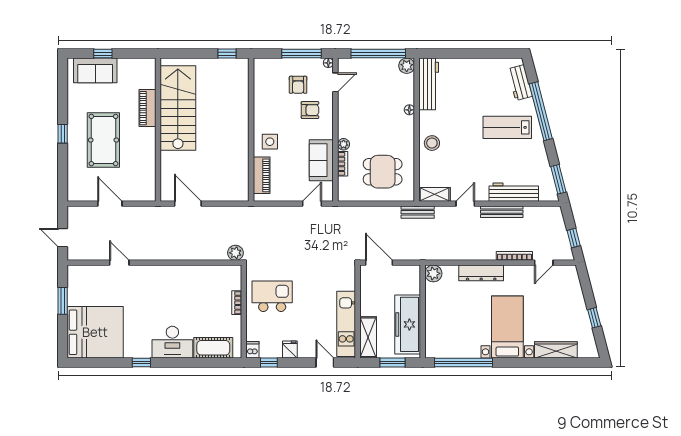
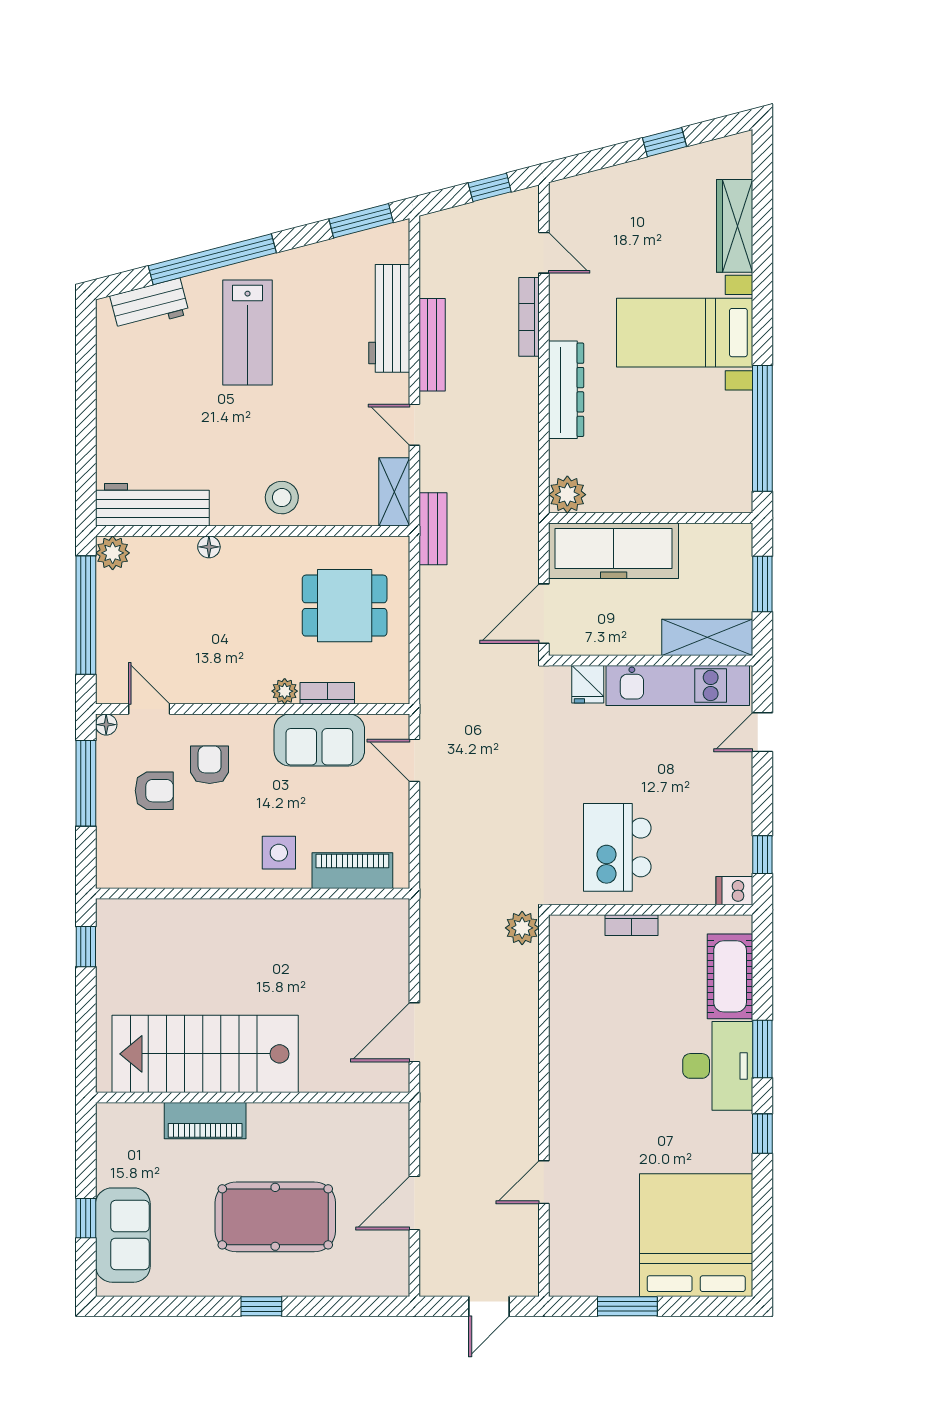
dining table: (383, 172) -> (345, 606), turned 90
freezer: (408, 324) -> (614, 551), moved
fridge: (290, 349) -> (588, 684), moved, turned -90
window: (180, 362) -> (762, 1049), added

